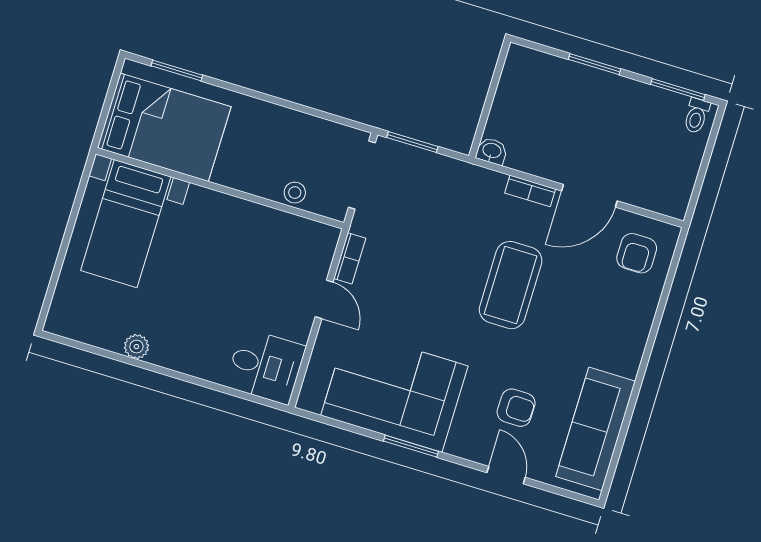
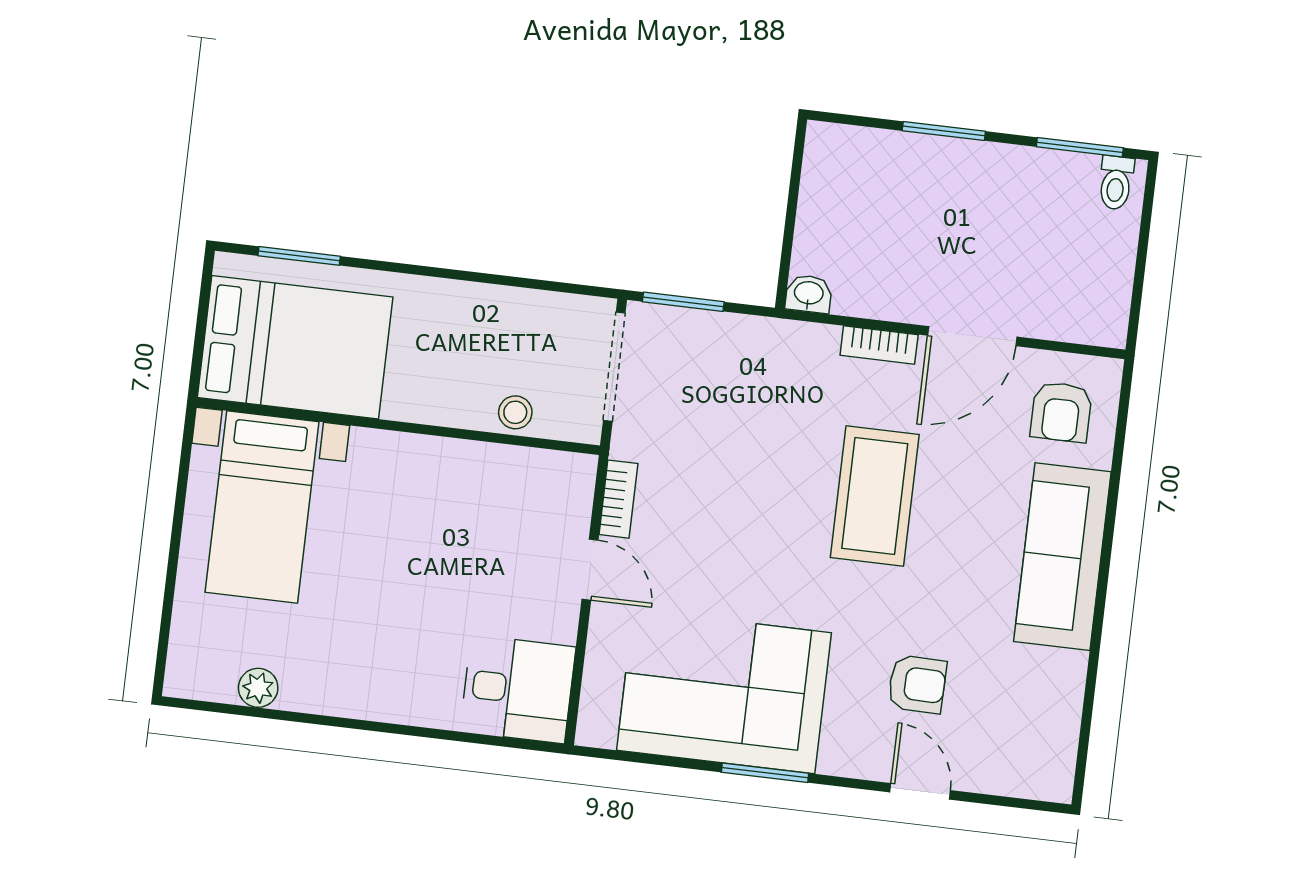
plant: (136, 347) -> (258, 688), moved
sofa: (596, 429) -> (1062, 557), moved

